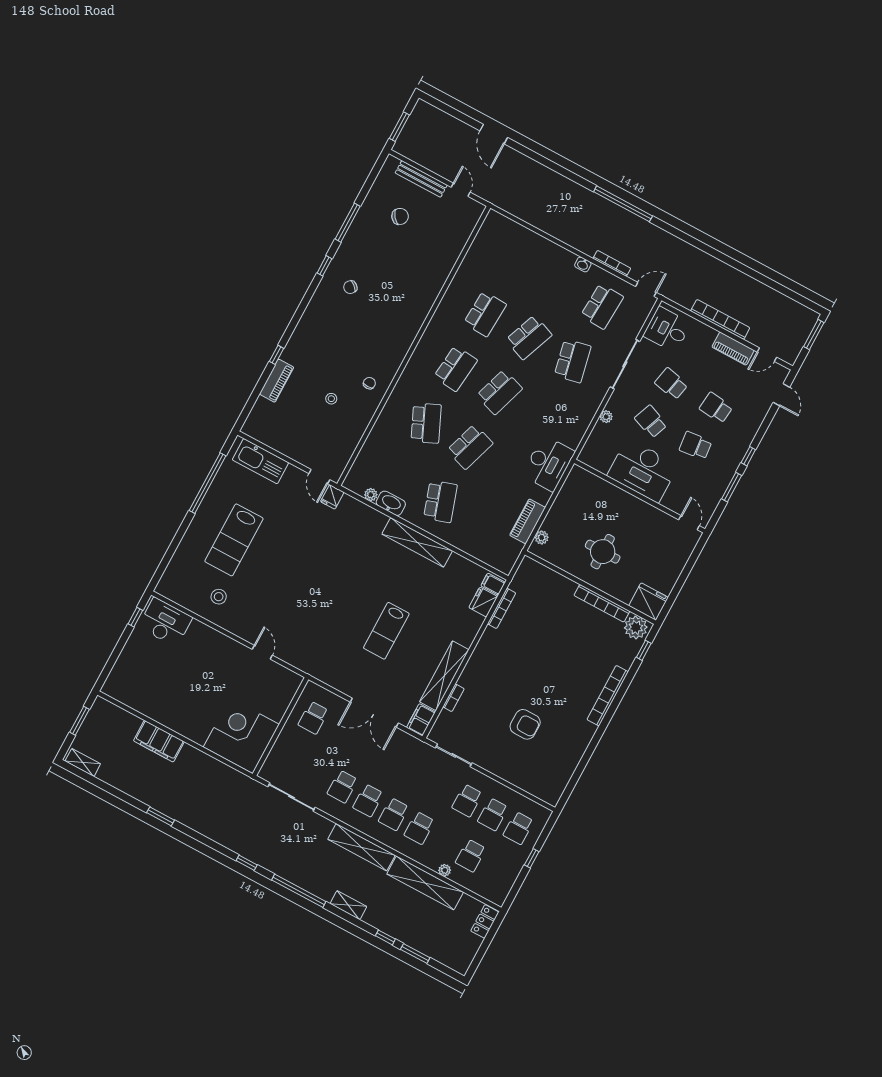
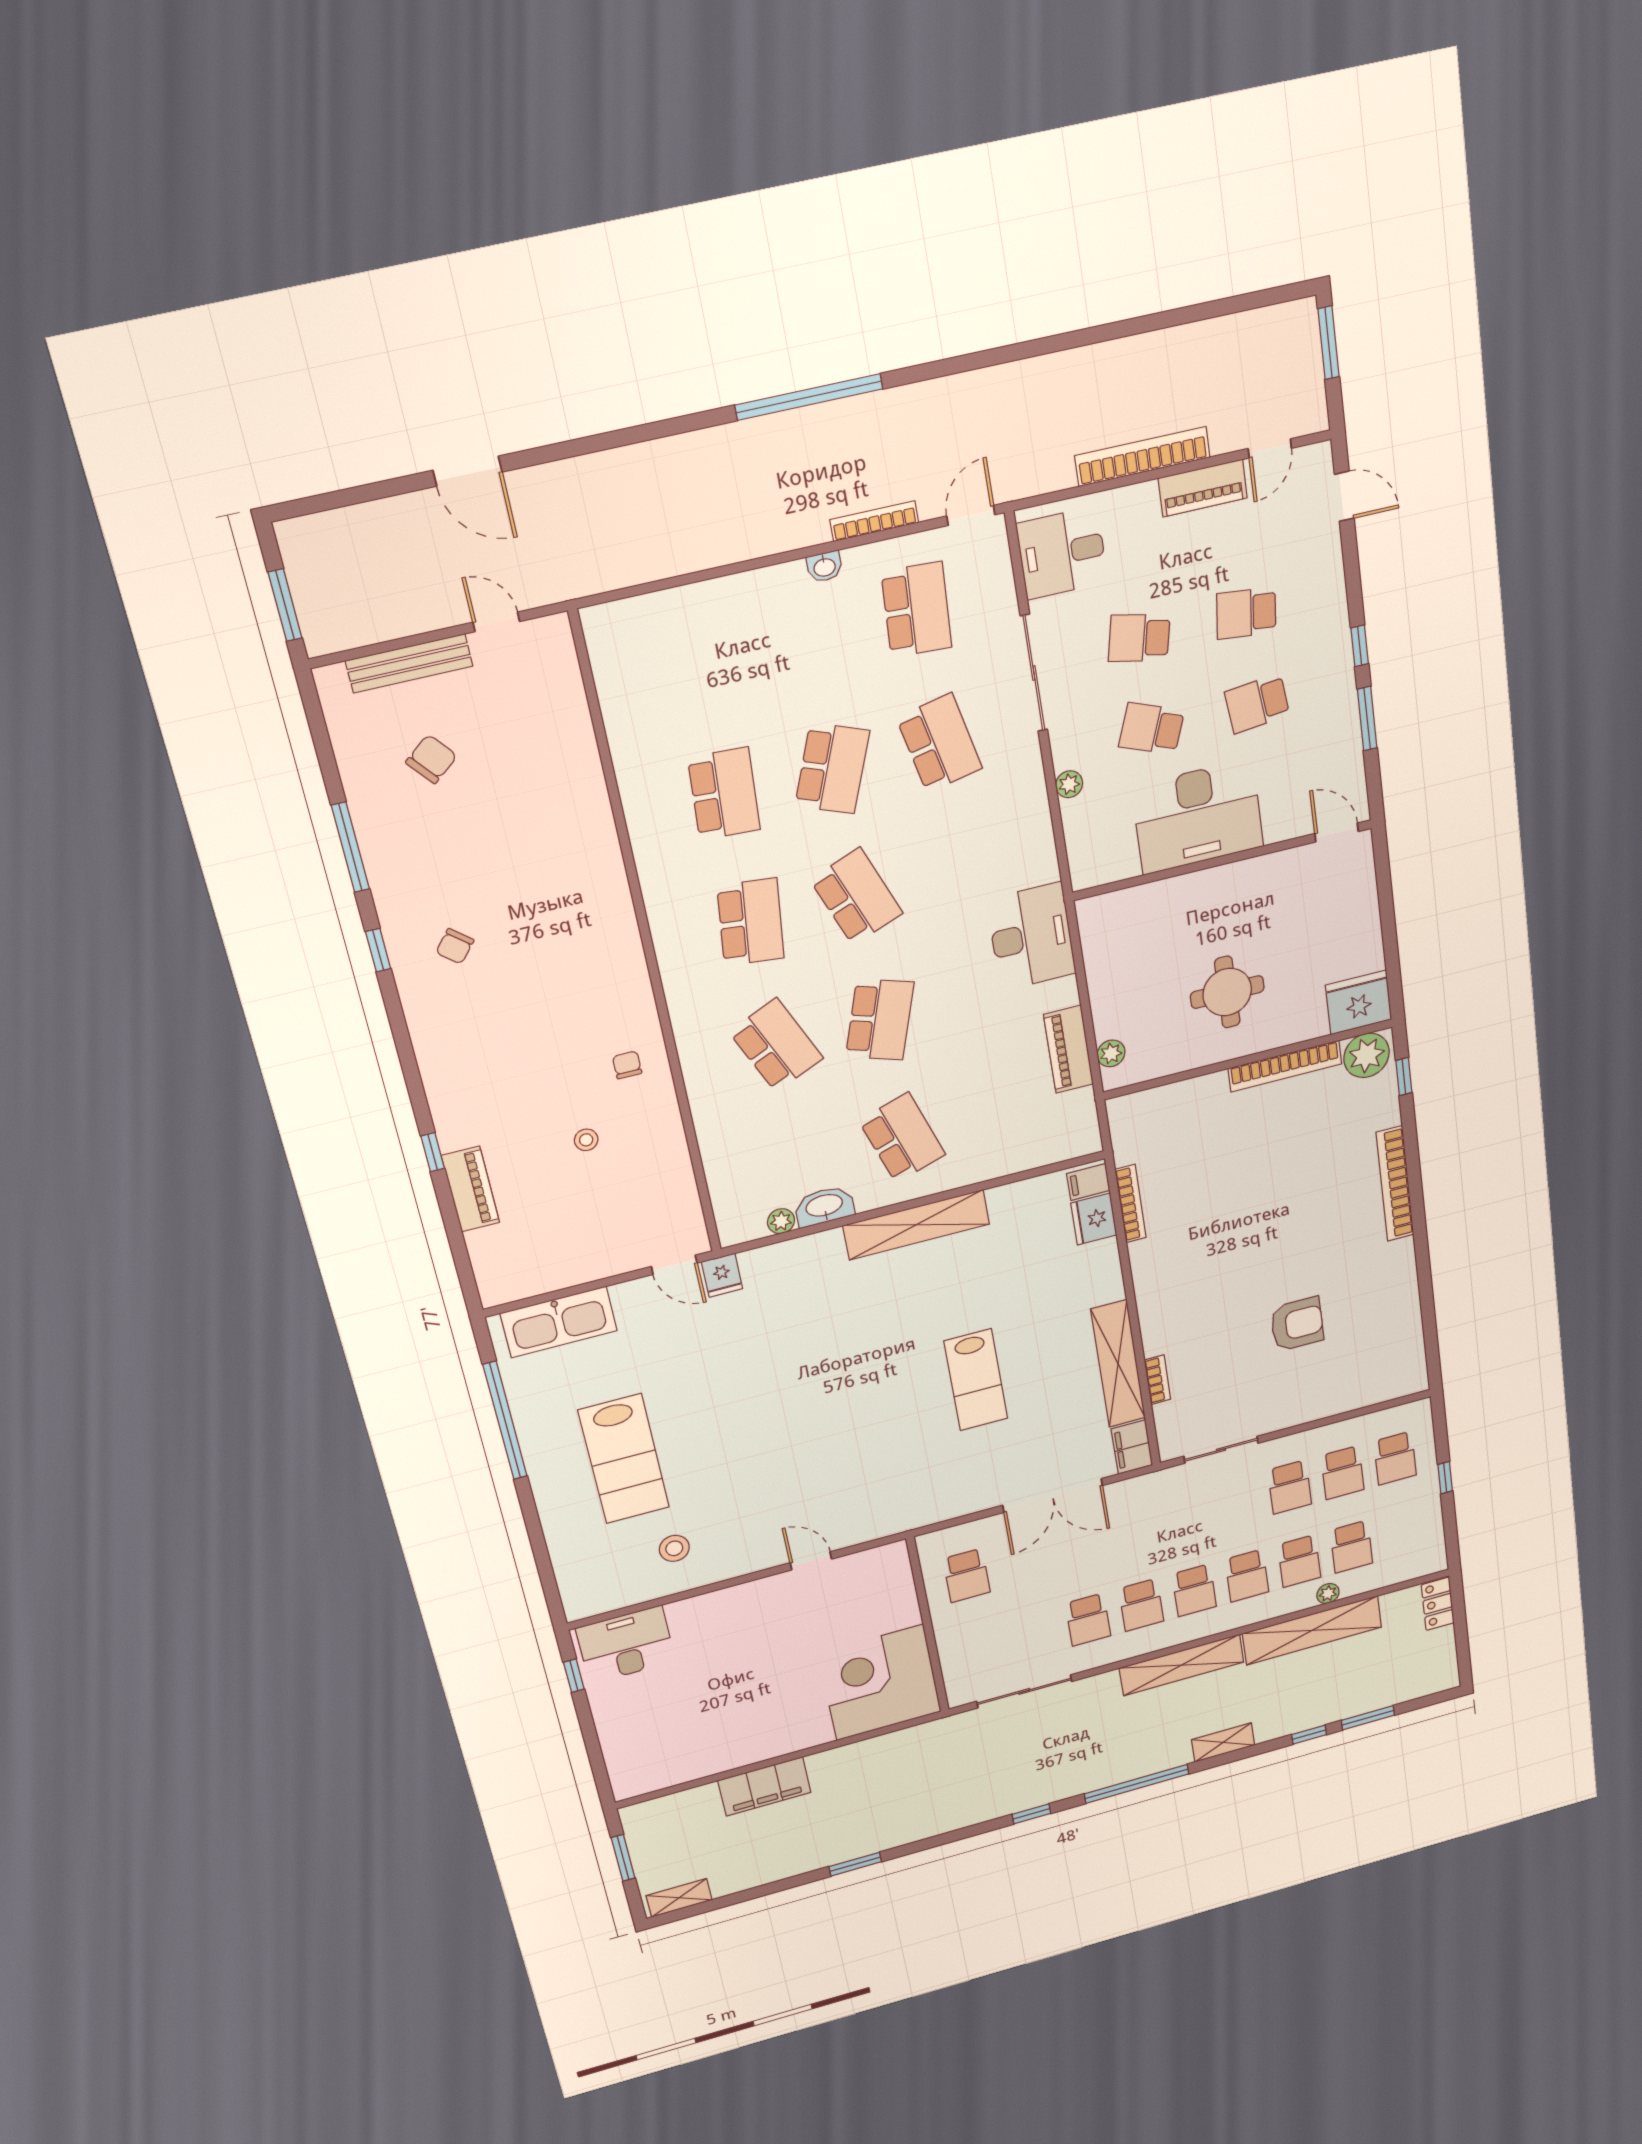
school desk: (499, 392) -> (857, 897), turned -39
school desk: (445, 842) -> (1299, 1561), added

